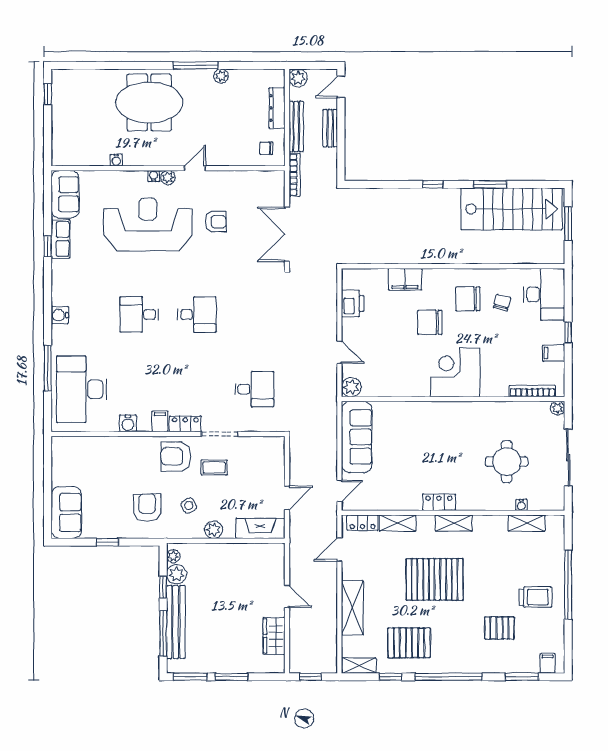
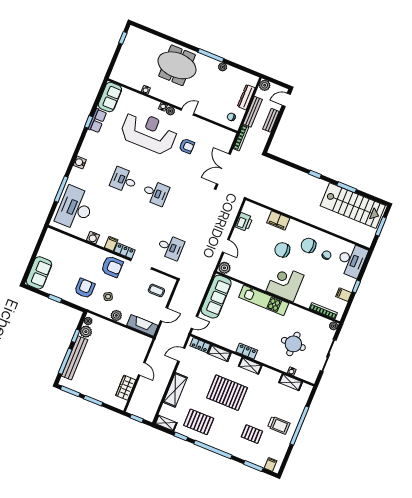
kitchen unit: (433, 413) -> (264, 300), added
armchair: (176, 456) -> (112, 267), turned 180
coffee table: (214, 467) -> (156, 290), moved

